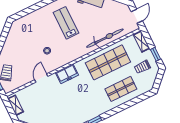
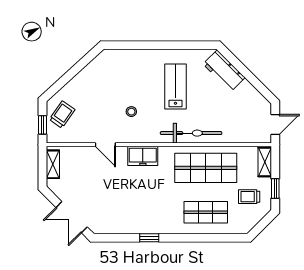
bicycle: (105, 38) -> (191, 133), moved
door: (41, 78) -> (105, 145), swing flipped

